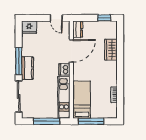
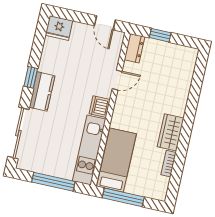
window: (104, 18) -> (160, 35), moved
wardrobe: (111, 50) -> (171, 132), moved
door: (71, 51) -> (117, 80), width x0.53
window: (19, 61) -> (31, 77), width x0.46

